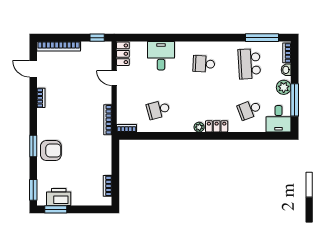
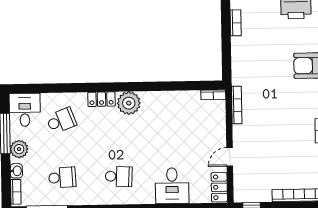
school desk: (249, 64) -> (62, 177), width x0.54
door: (114, 78) -> (230, 157), swing flipped
school desk: (158, 110) -> (174, 119), removed
plant: (199, 127) -> (129, 103), width x1.88, depth x1.88

